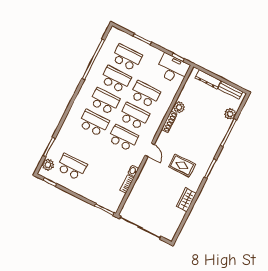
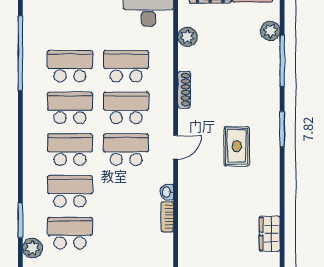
school desk: (127, 57) -> (70, 191), moved
plant: (179, 107) -> (188, 37), moved
door: (150, 150) -> (176, 147), hinge flipped
rug: (182, 165) -> (237, 146), turned 90
wardrobe: (186, 200) -> (270, 234), moved

